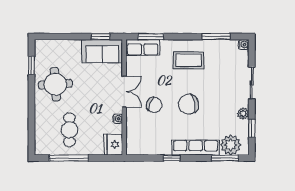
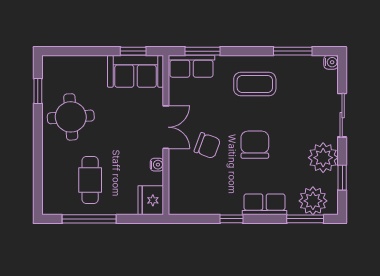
chair: (189, 104) -> (255, 145), turned 102
plant: (243, 114) -> (323, 158), width x1.87, depth x1.87
row of seats: (196, 147) -> (265, 204), width x0.68

